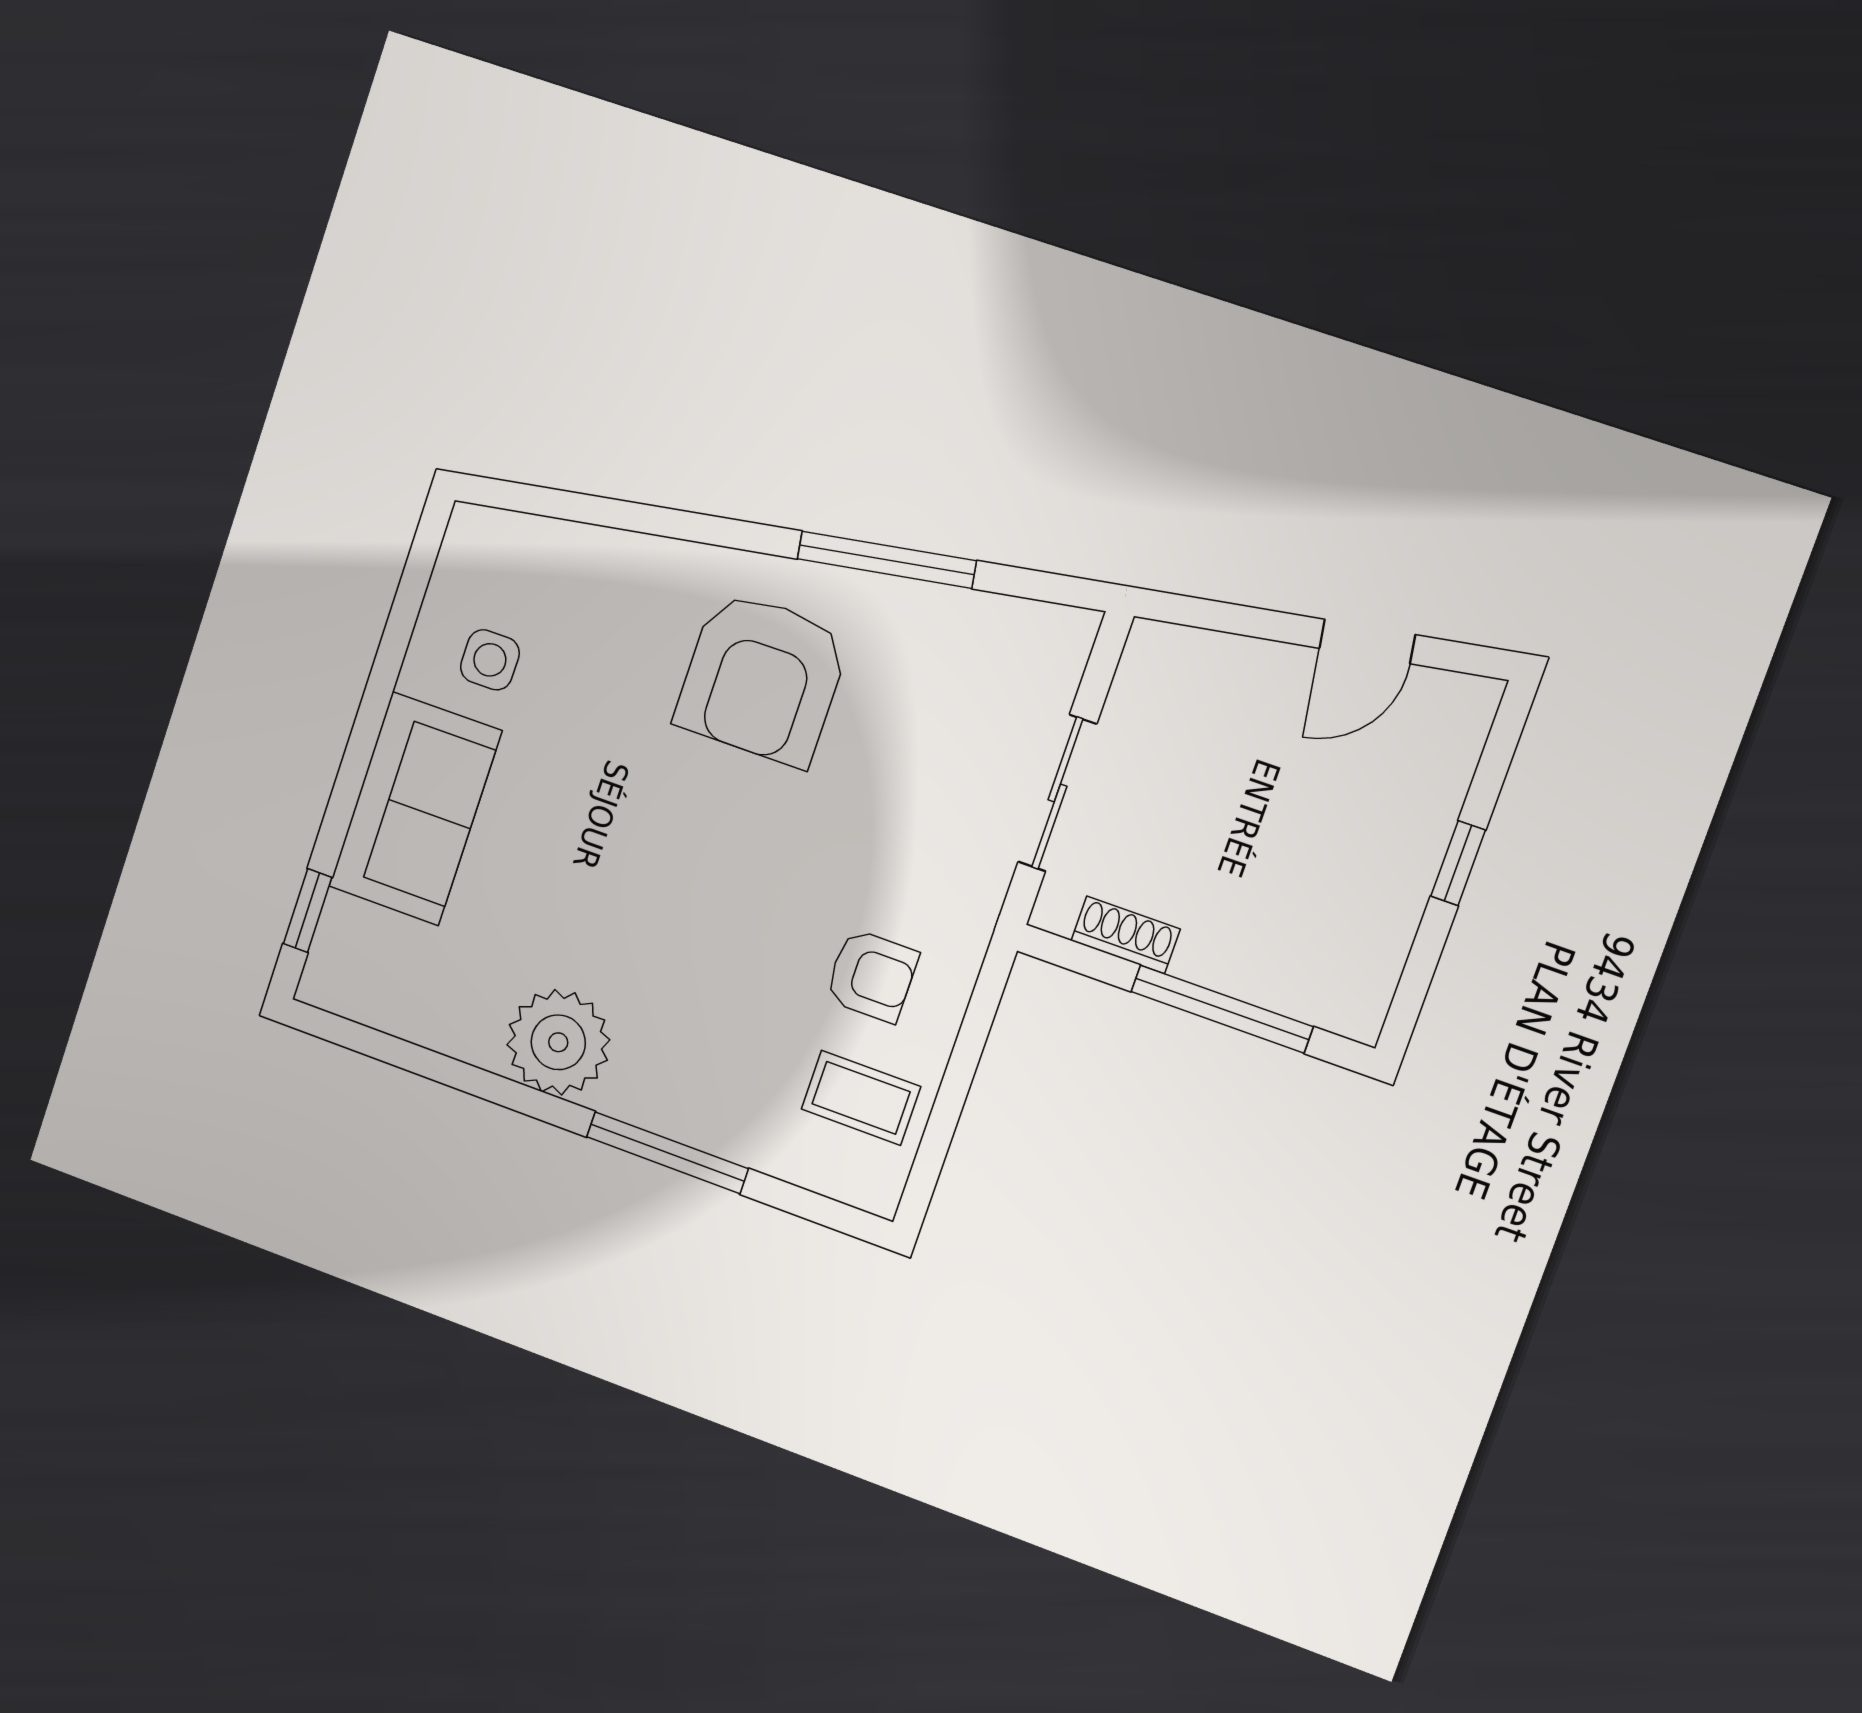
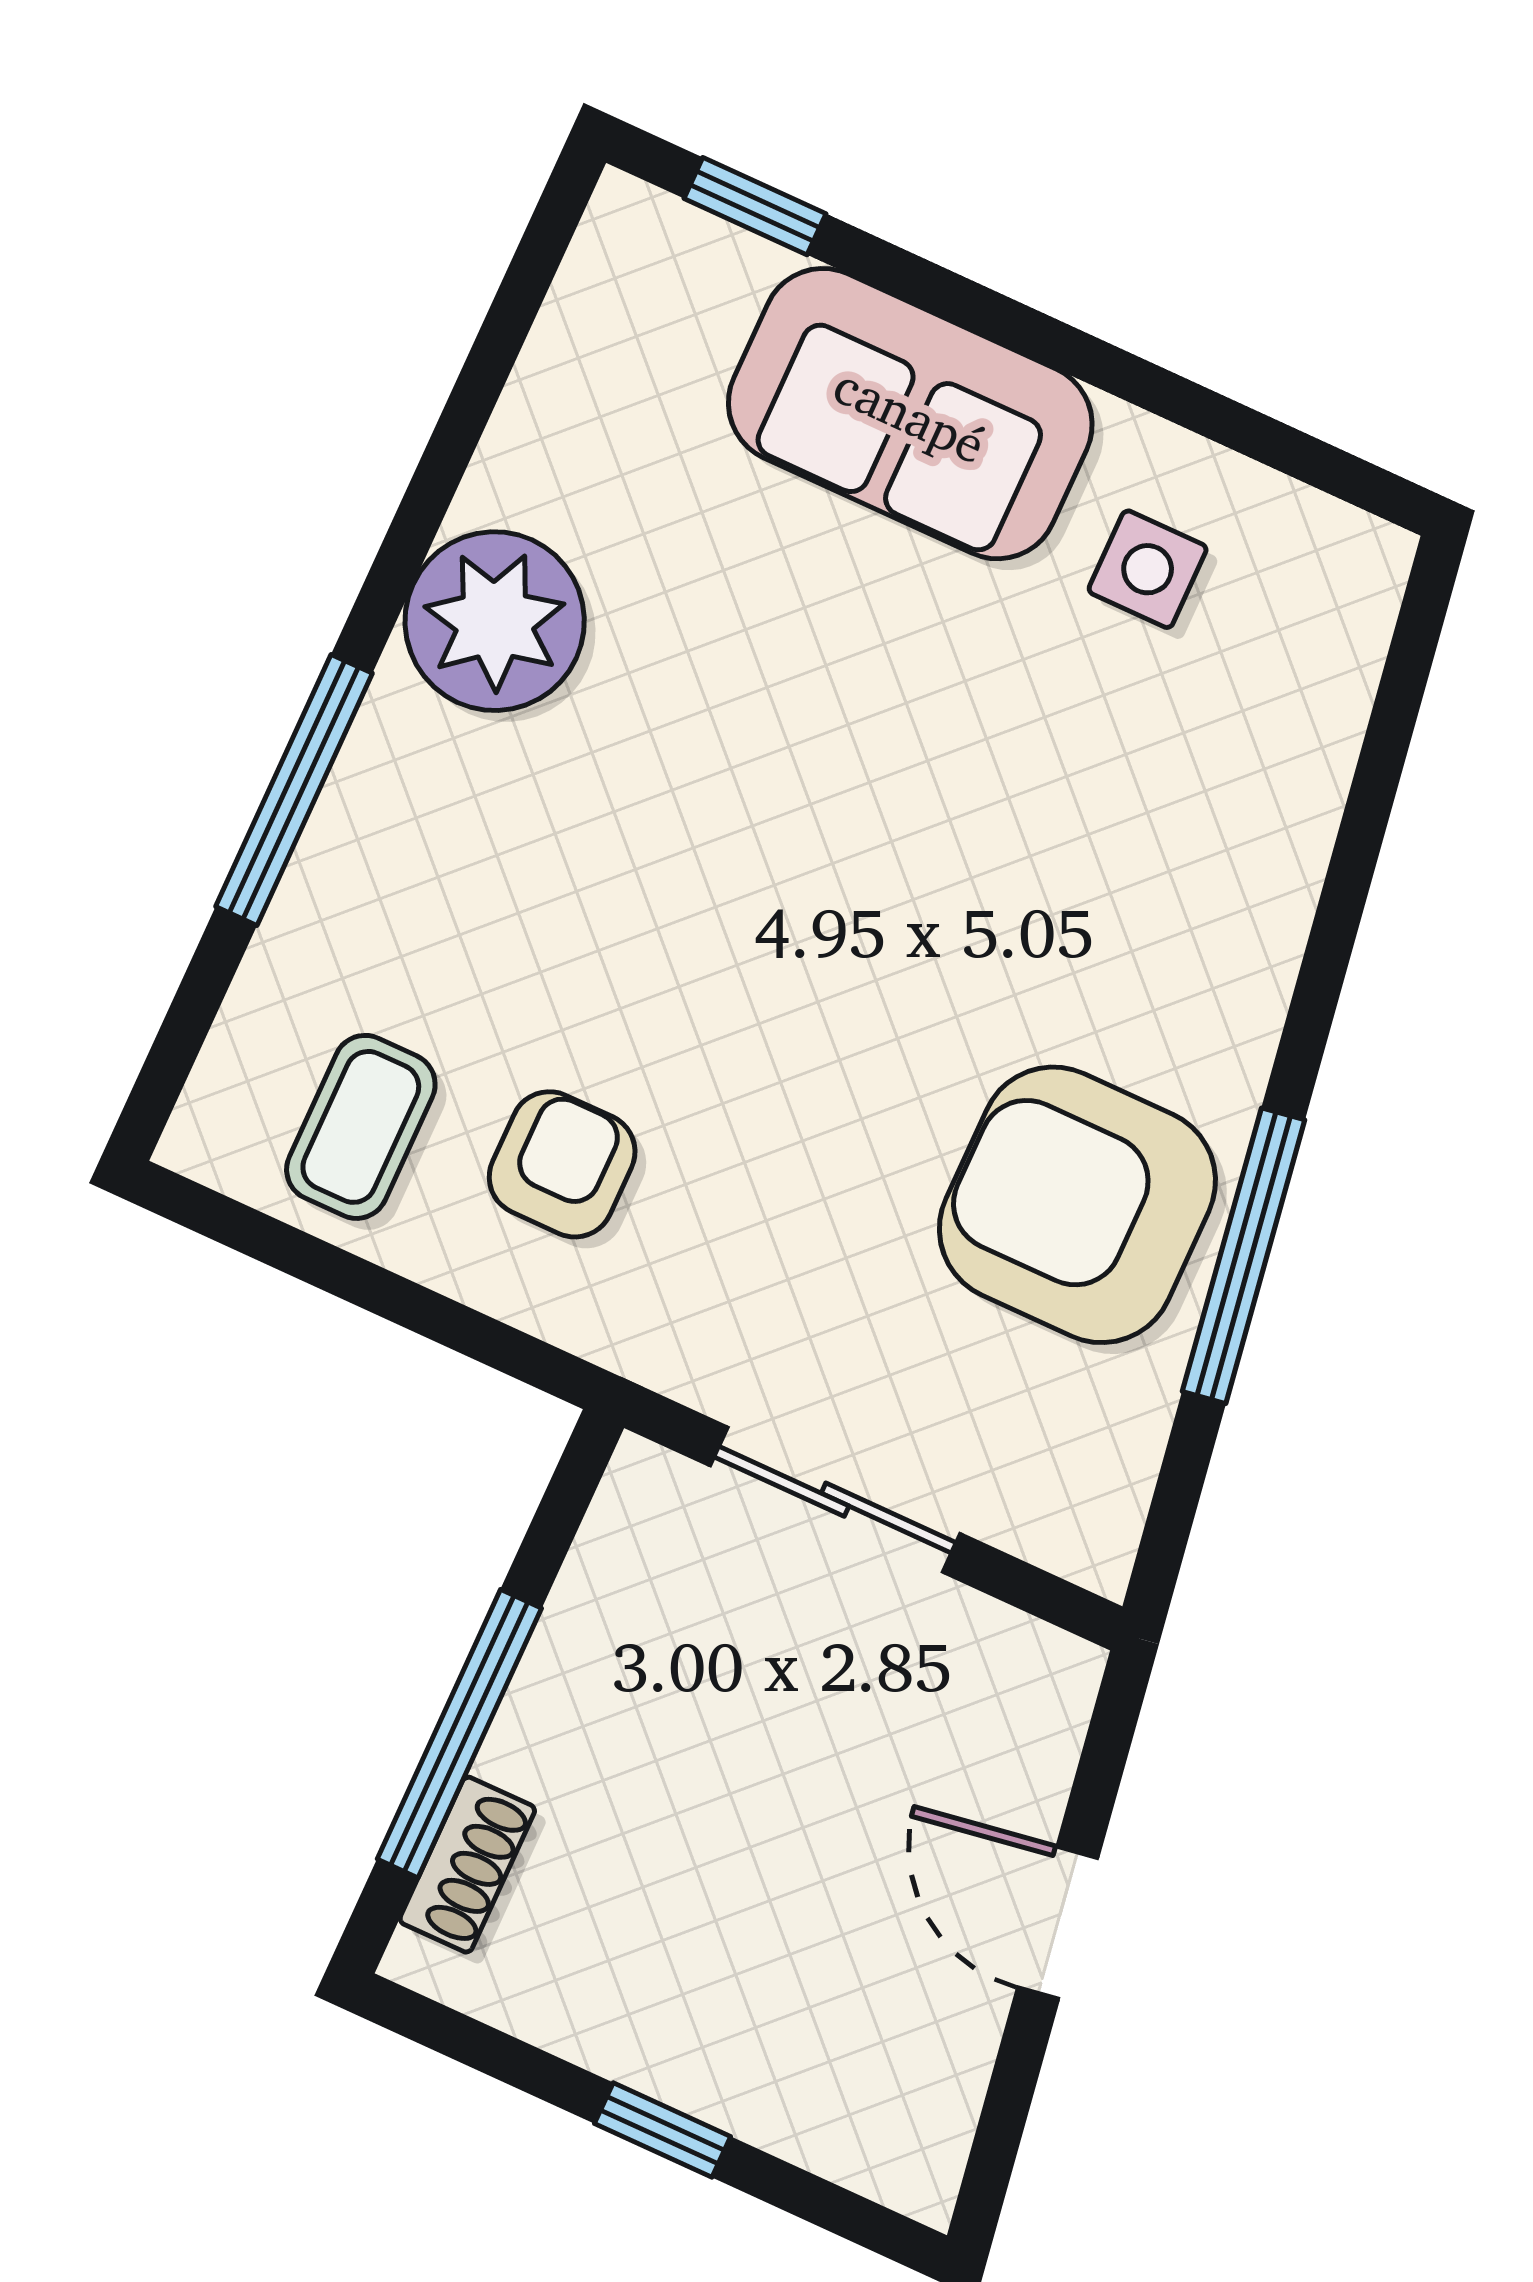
door: (1367, 641) -> (1058, 1923), moved
armchair: (762, 678) -> (1077, 1205), moved
shoe rack: (1126, 935) -> (467, 1865), moved
armchair: (872, 976) -> (562, 1164), turned 180

